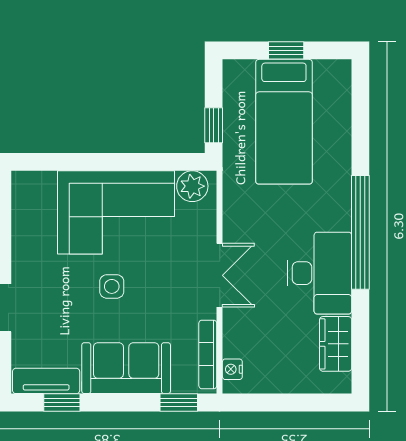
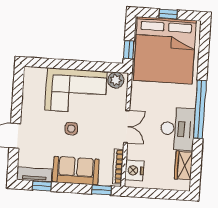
bed: (284, 122) -> (165, 50), width x2.04
nightstand: (232, 369) -> (134, 170), width x1.89, depth x1.79

